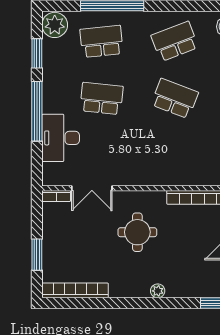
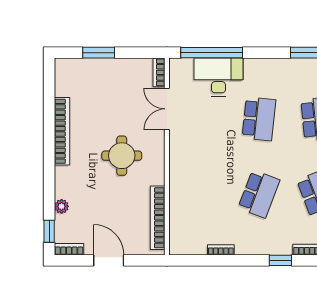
window: (37, 111) -> (212, 53), moved
bookcase: (75, 290) -> (62, 131), moved
plant: (158, 291) -> (62, 206), moved

